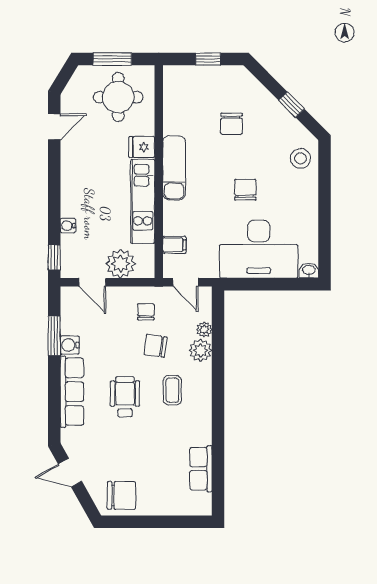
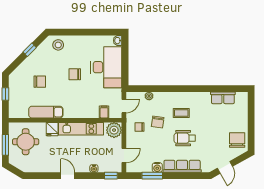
door: (54, 127) -> (68, 176), moved
exam couch: (174, 168) -> (46, 112), moved
plant: (121, 264) -> (114, 130), moved
plant: (200, 350) -> (160, 98), removed

